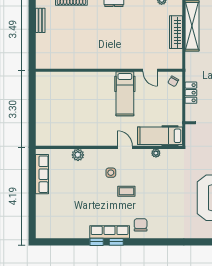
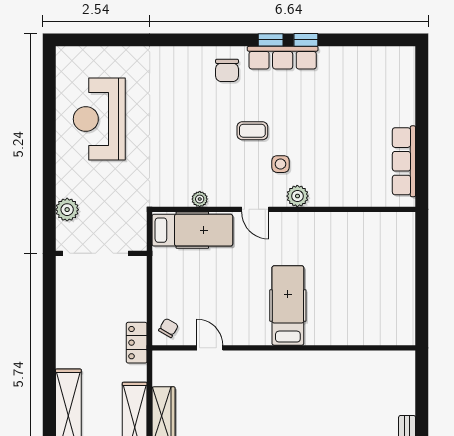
locker: (191, 93) -> (137, 343), moved
hospital bed: (125, 94) -> (288, 306), moved
plant: (78, 155) -> (297, 196), moved

